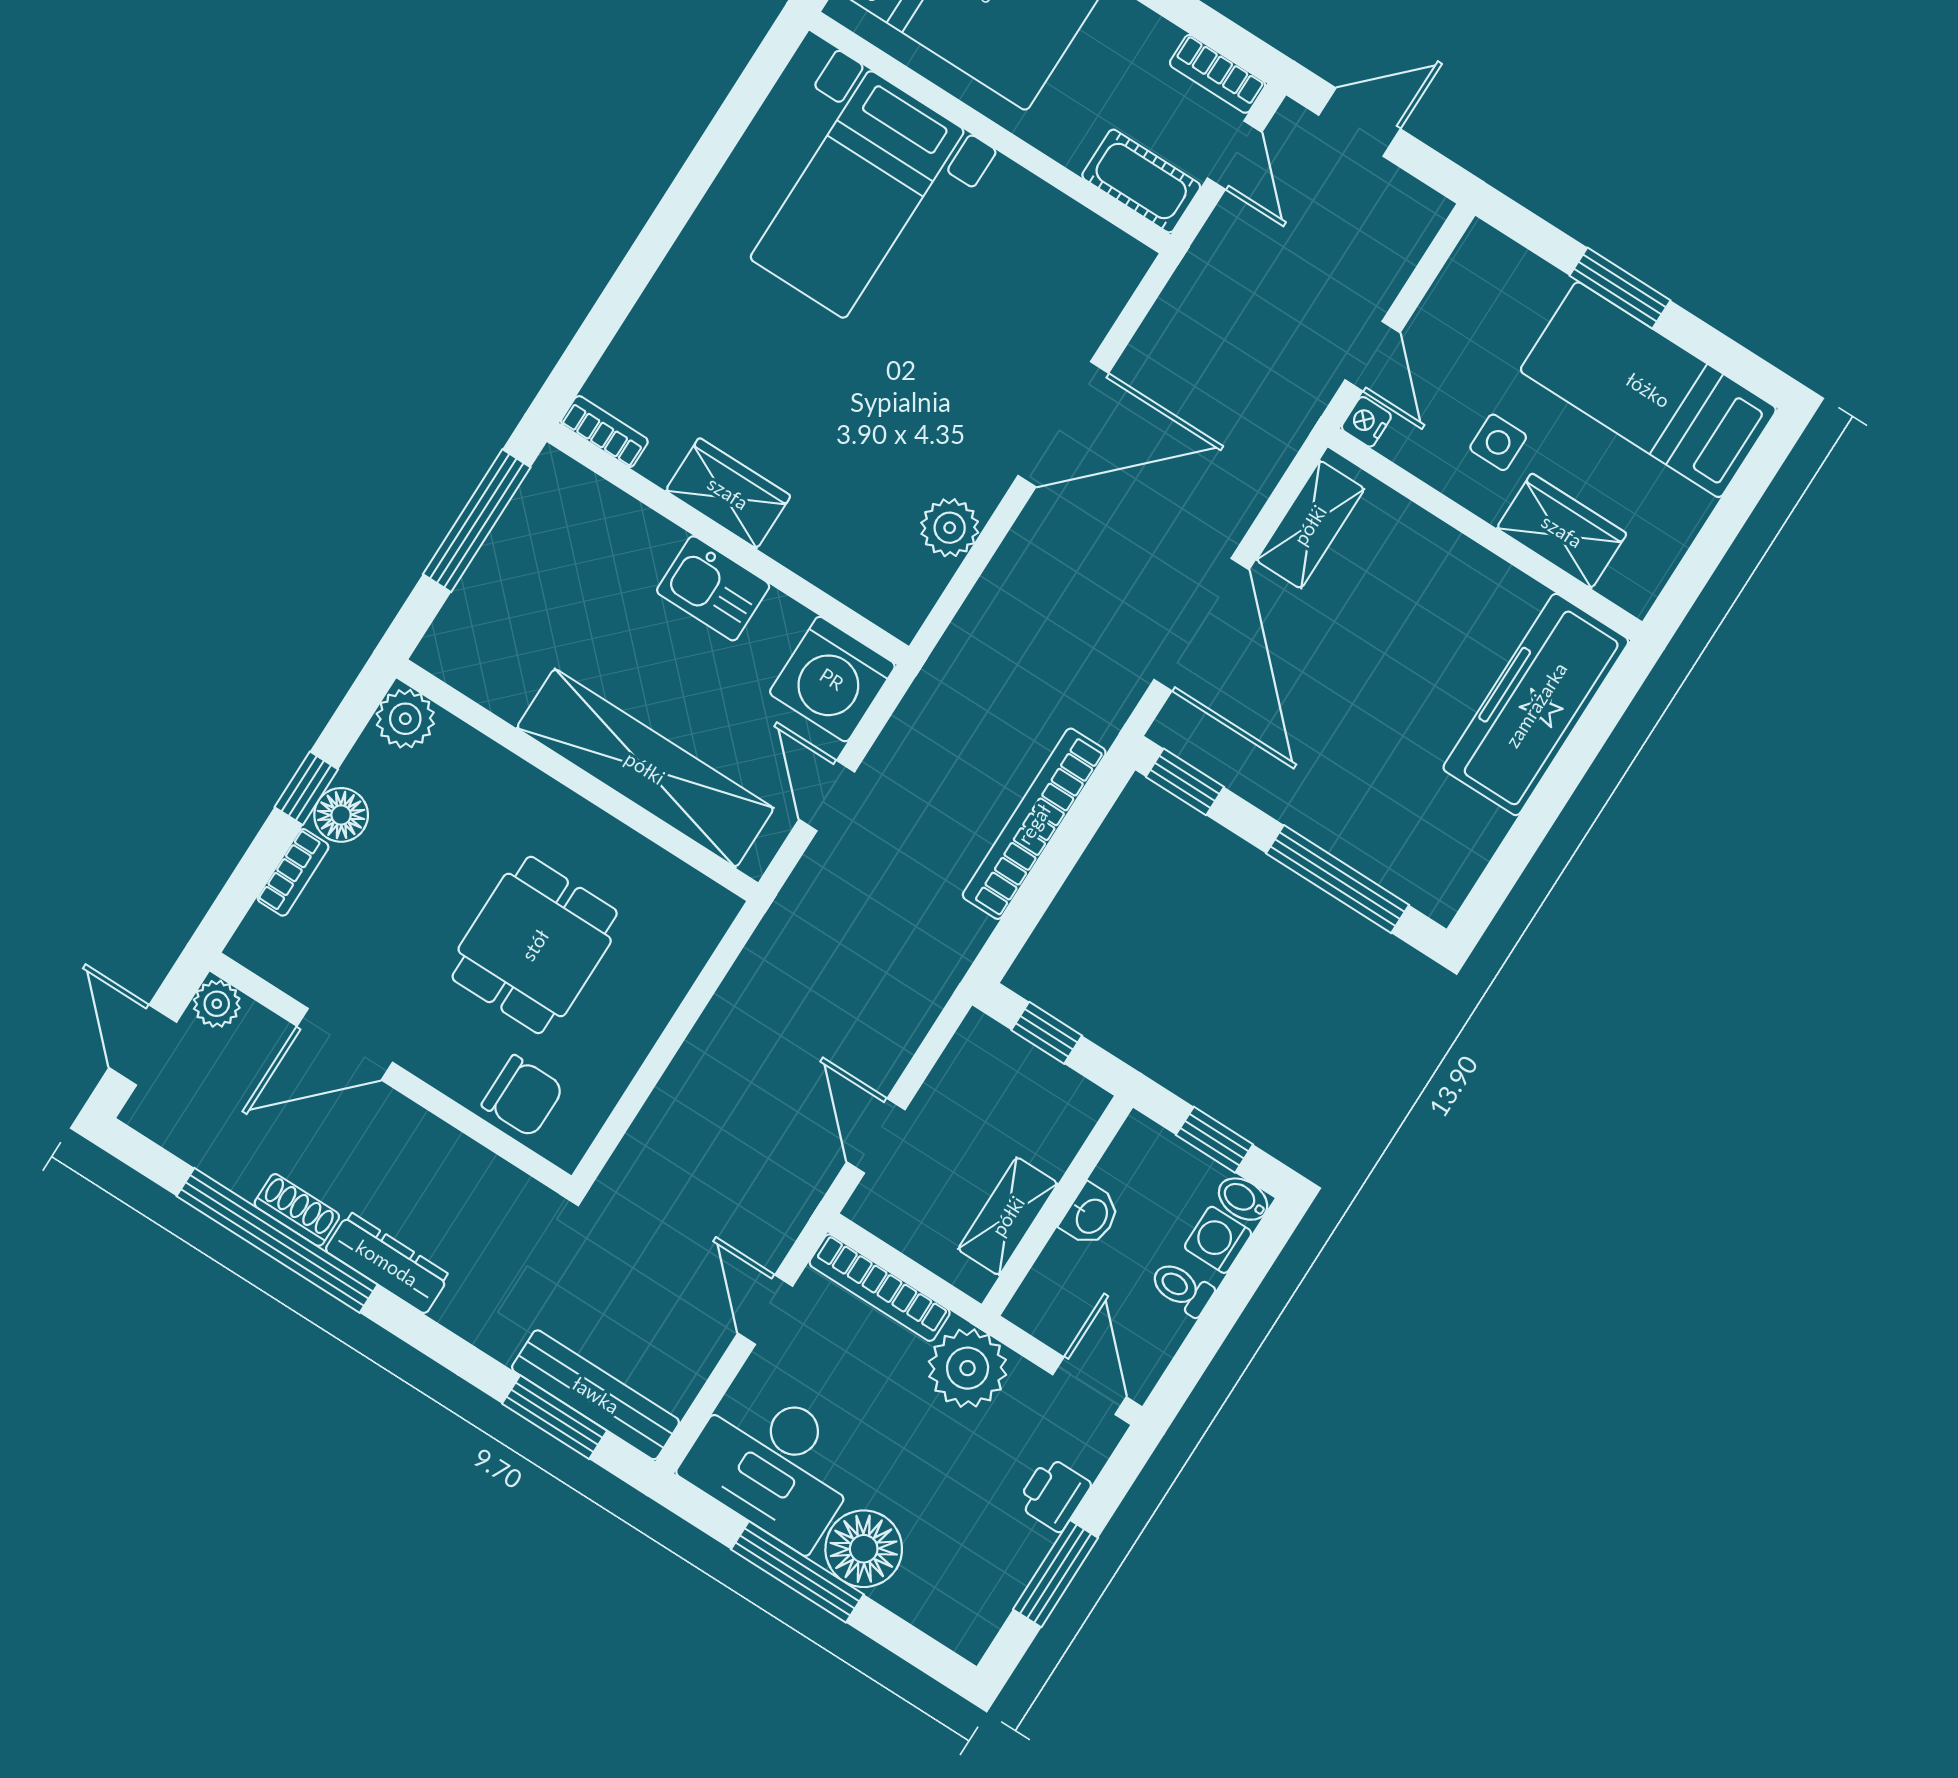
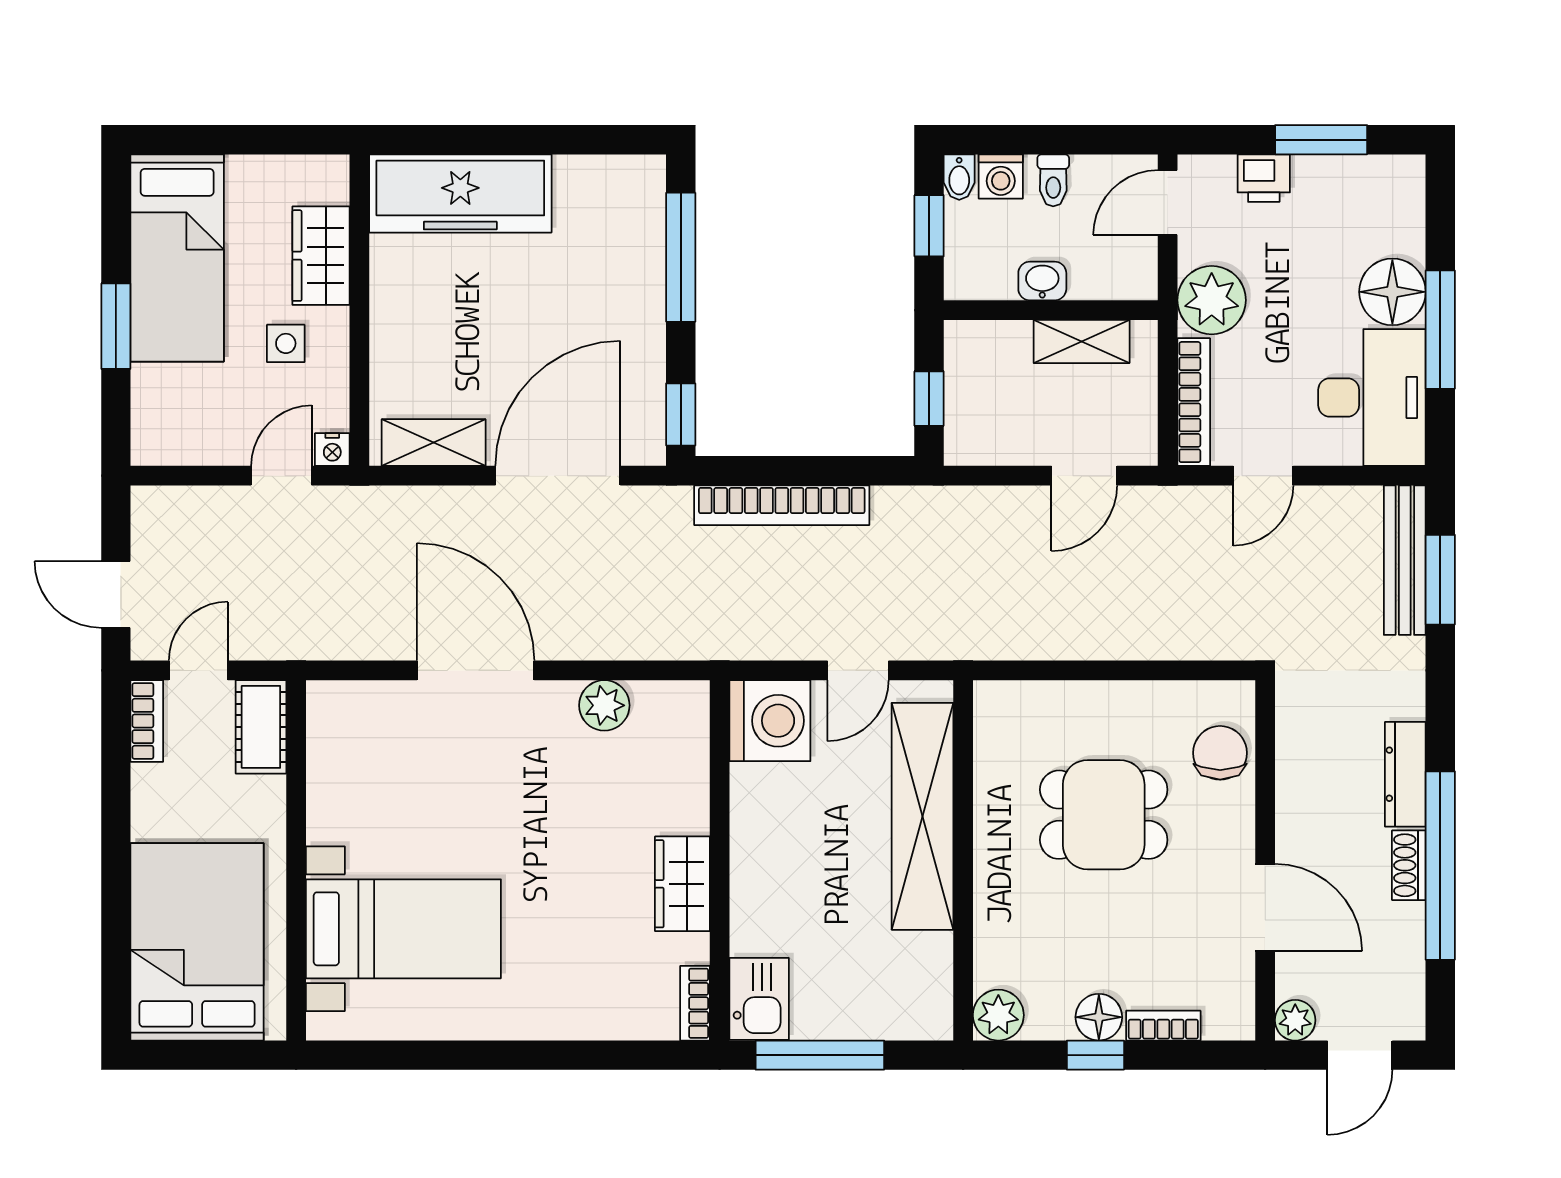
kitchen sink: (713, 588) -> (759, 999), moved

